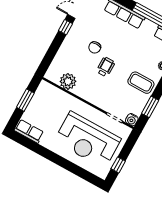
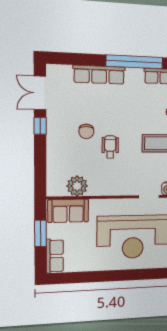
sofa: (52, 95) -> (68, 211), added
row of seats: (29, 131) -> (55, 256), moved, turned 90

